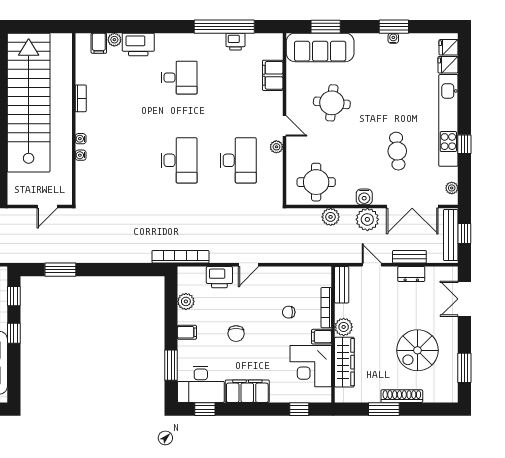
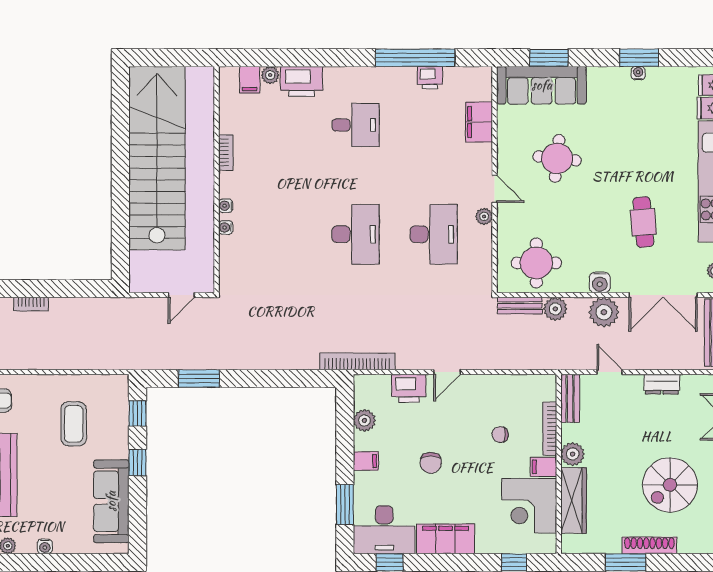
bench: (409, 257) -> (520, 306), moved

